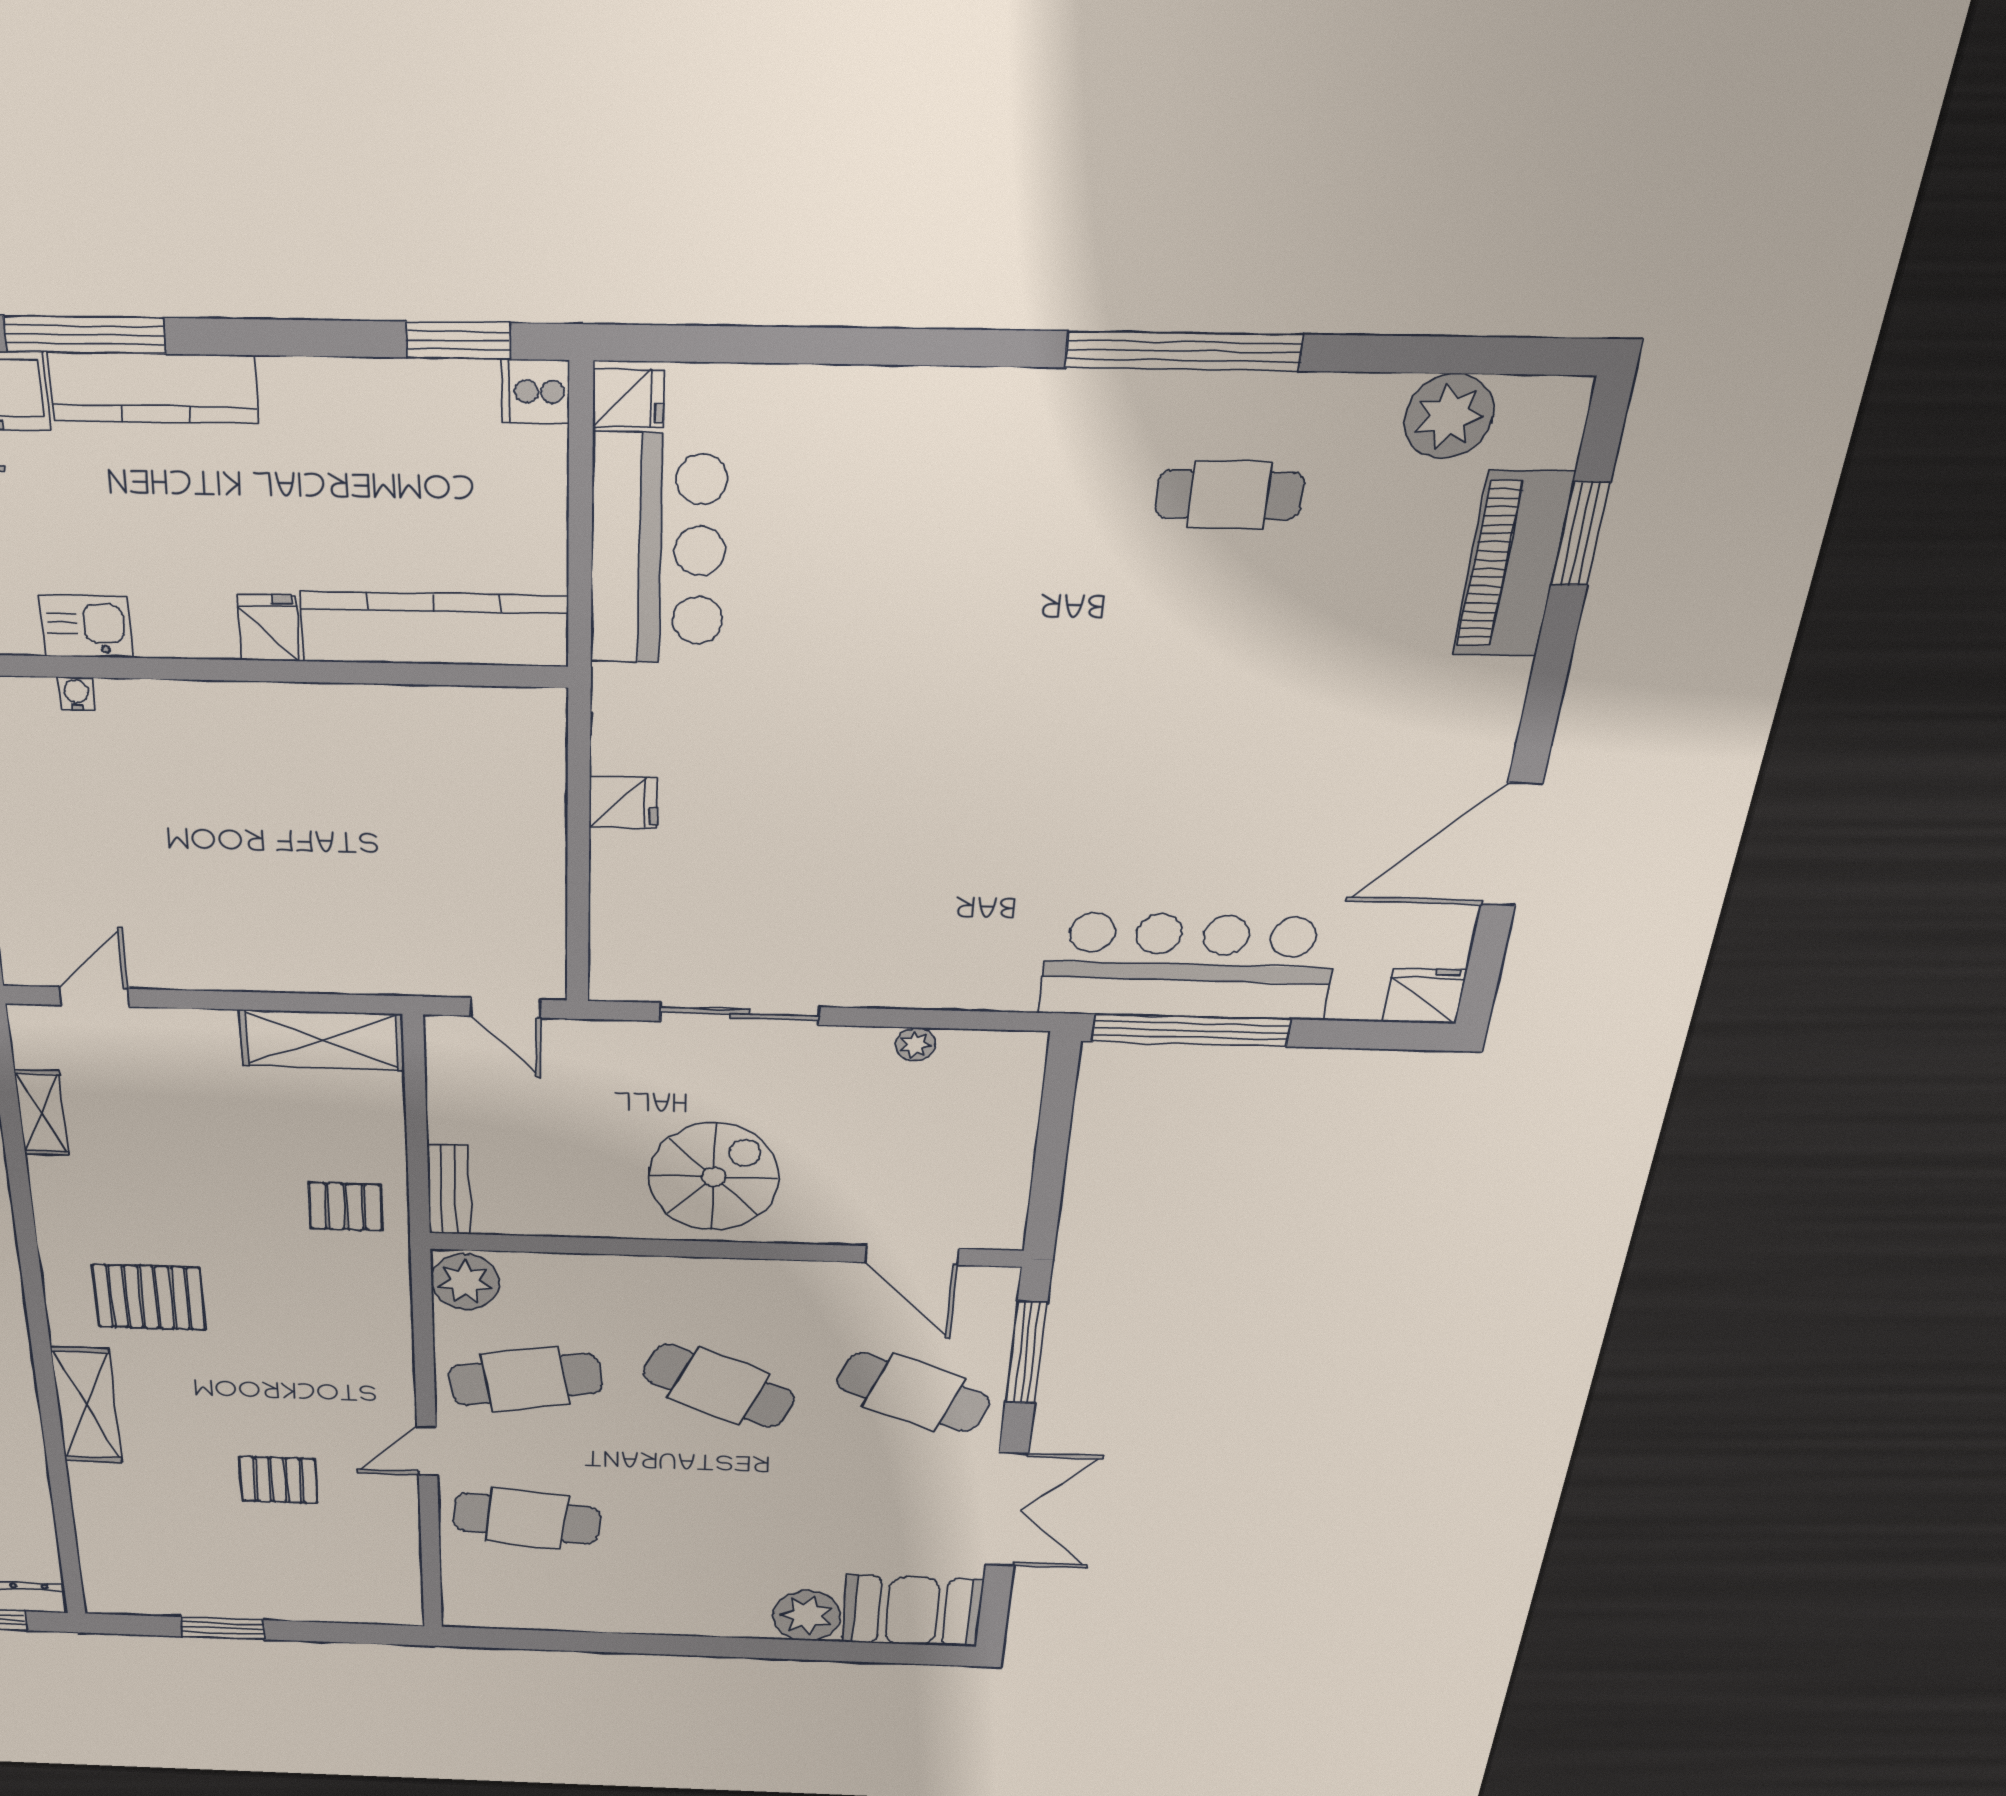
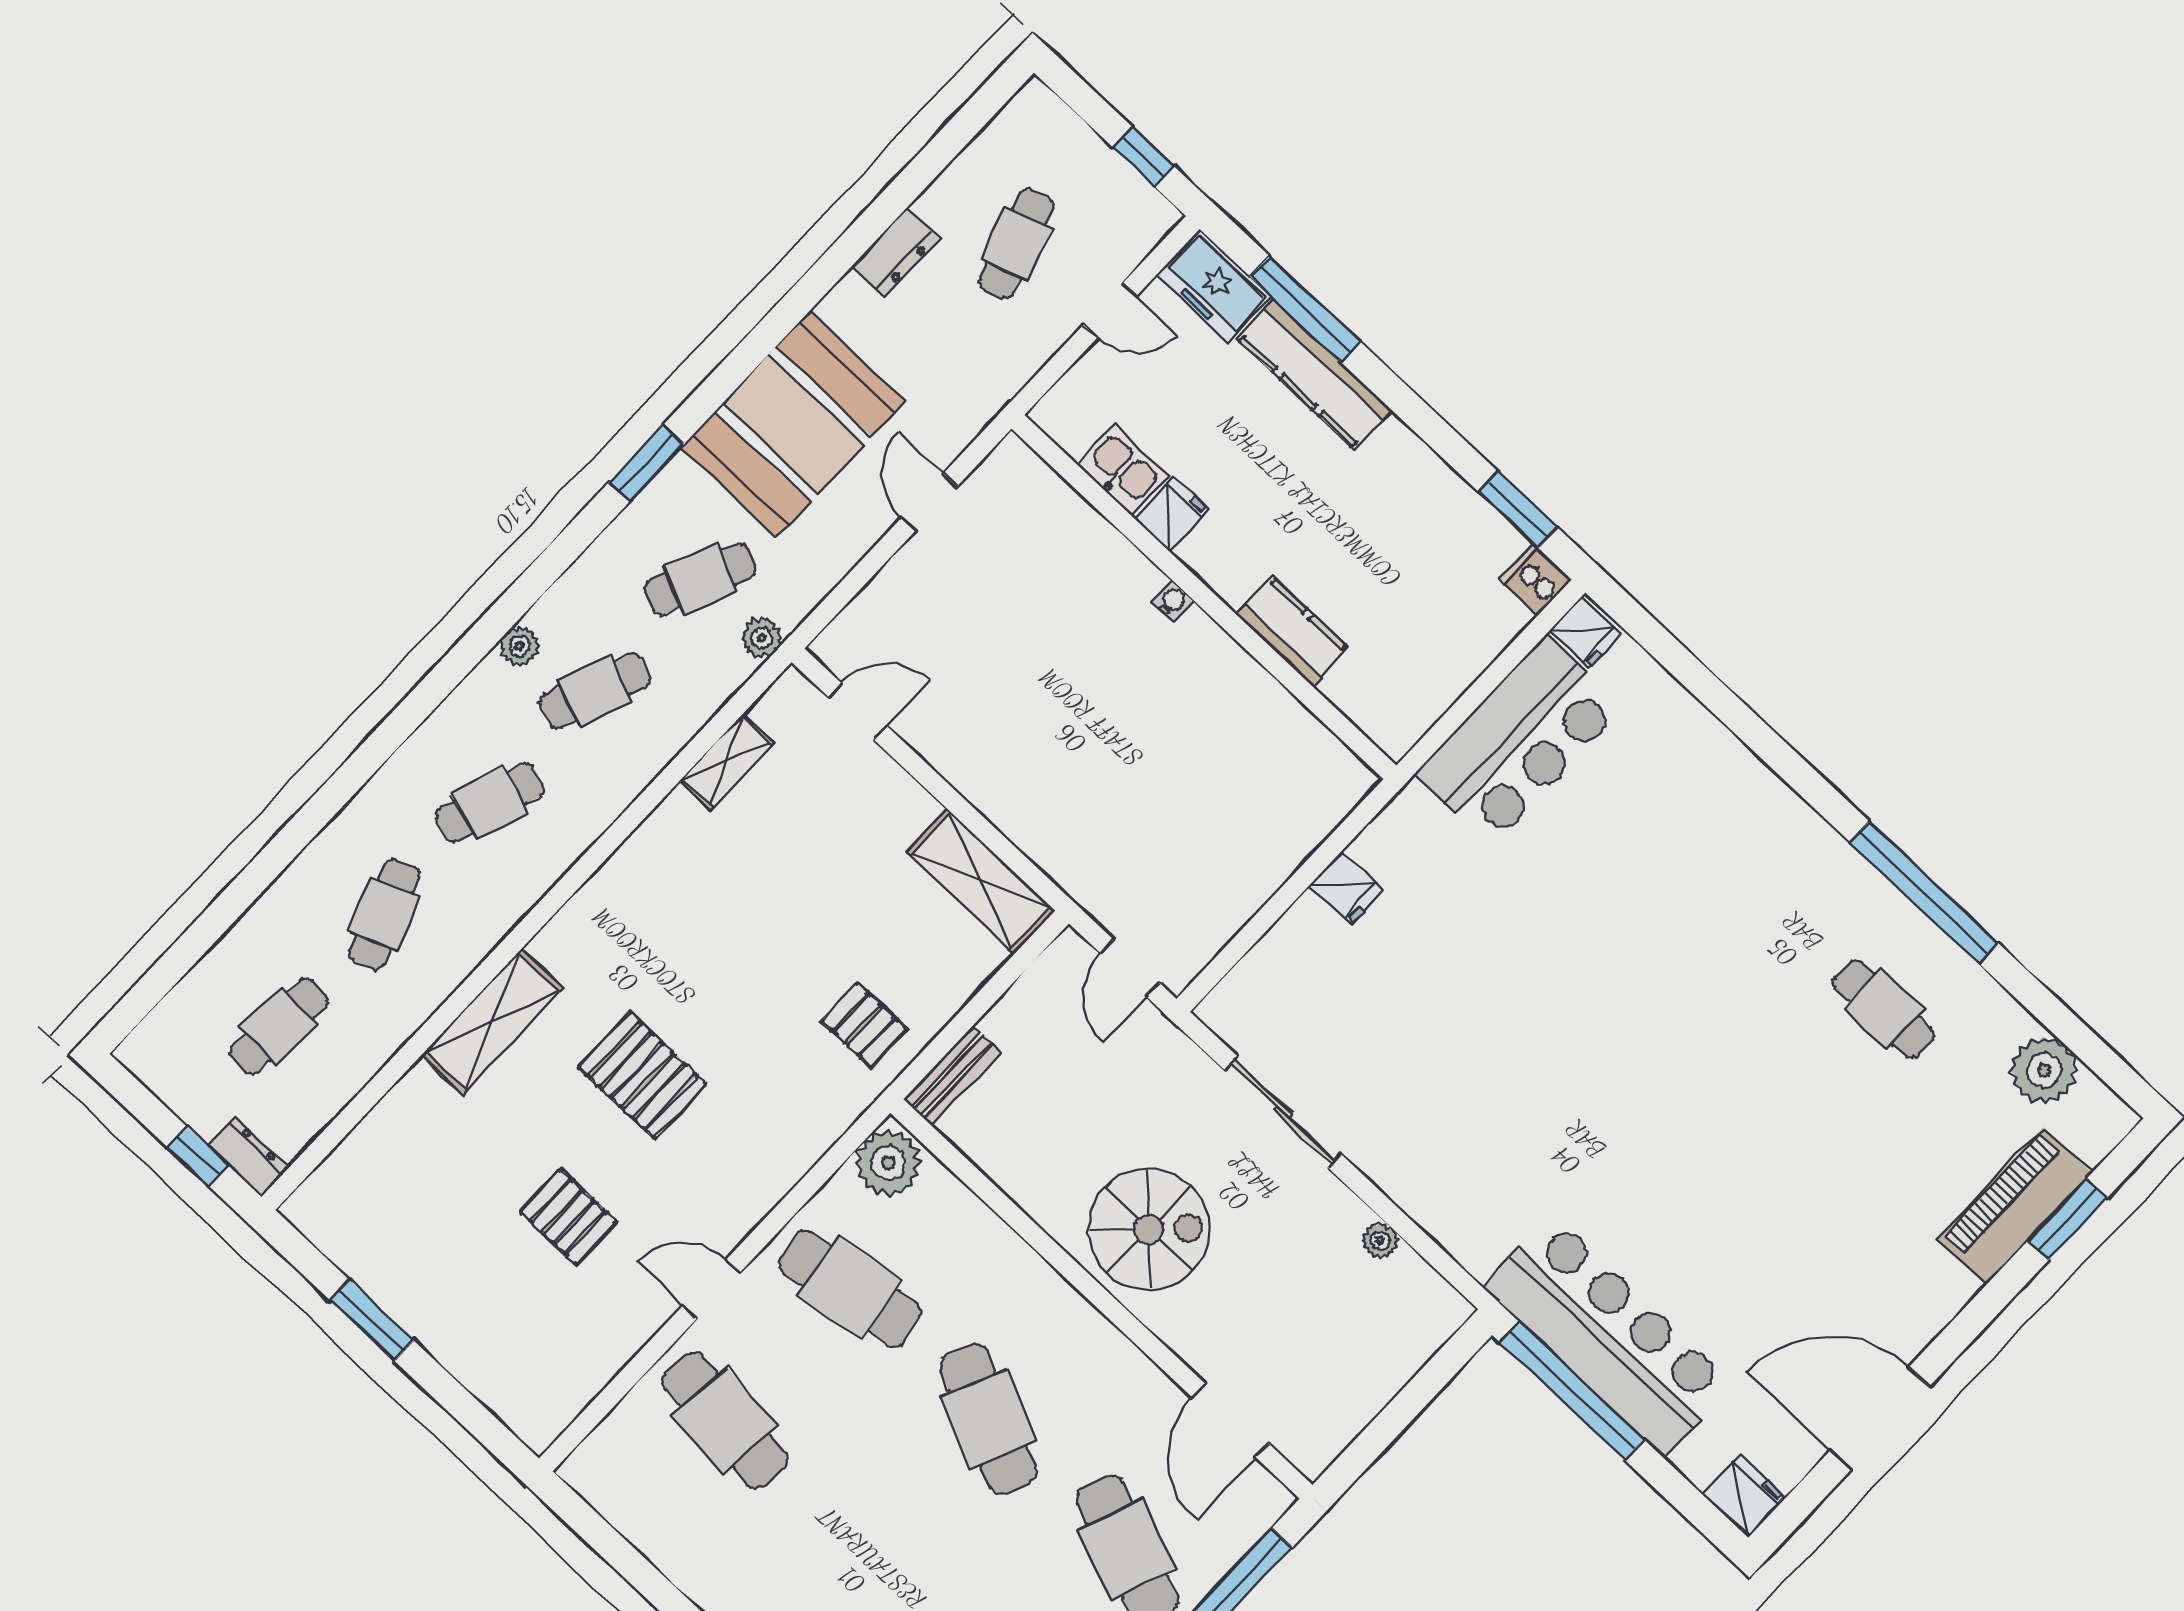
fridge: (268, 628) -> (1172, 514), moved
kitchen counter: (435, 629) -> (1292, 631), width x0.48, depth x0.86
water cooler: (76, 694) -> (1173, 601), moved
pallet: (149, 1297) -> (642, 1076), moved

